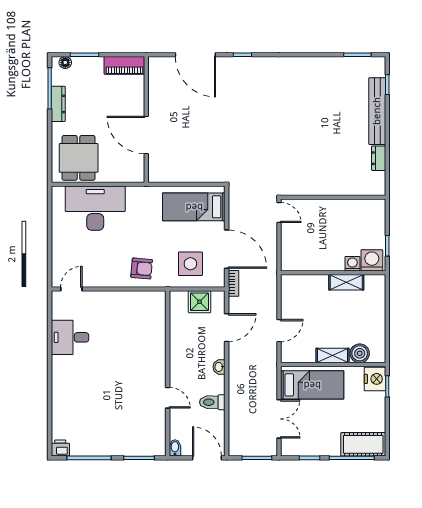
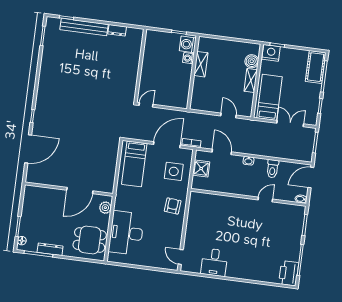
piano: (124, 65) -> (29, 199), removed
plant: (127, 174) -> (105, 208), added
printer: (60, 448) -> (289, 273), width x1.87, depth x1.48

